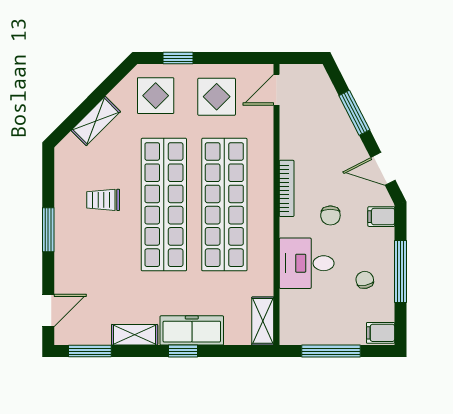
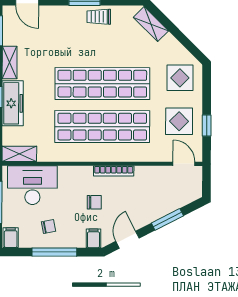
window: (178, 58) -> (207, 125), moved
shelving: (96, 121) -> (151, 24), moved
trolley: (103, 200) -> (99, 17), moved, turned -90
chair: (330, 215) -> (94, 202), turned 180
desk: (307, 263) -> (32, 185), moved, width x1.37

